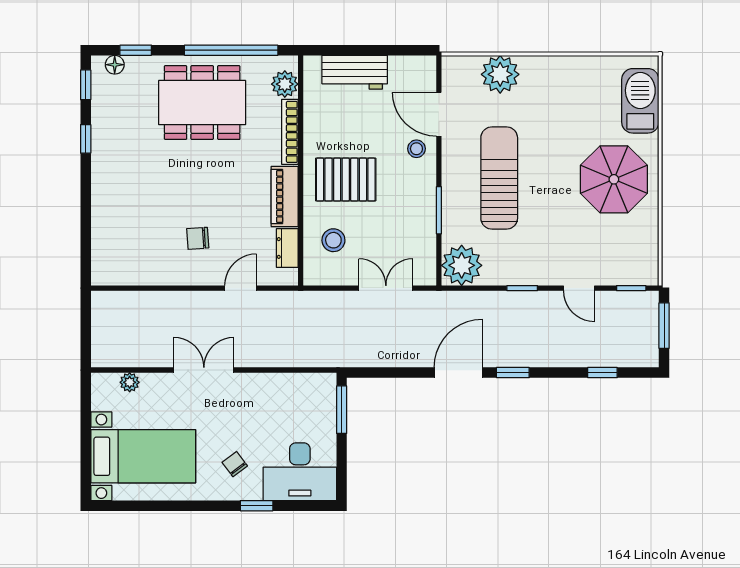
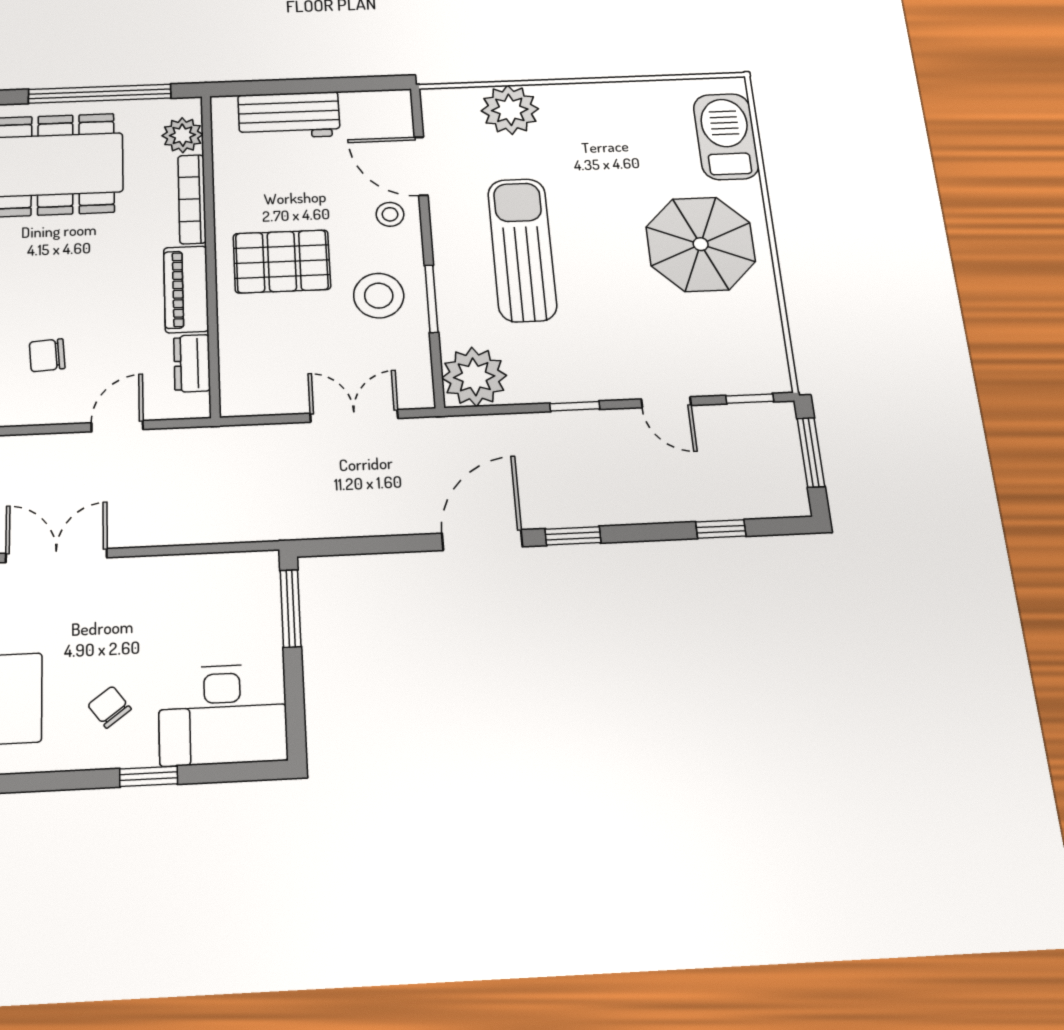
stool: (333, 240) -> (379, 296), moved, width x1.38, depth x1.38

